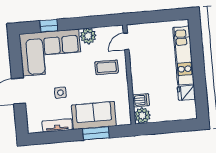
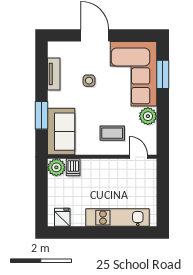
window: (49, 26) -> (163, 74), width x1.50
coffee table: (107, 67) -> (112, 133), turned 90
fridge: (186, 93) -> (62, 217), moved
sofa: (94, 115) -> (61, 132), moved

